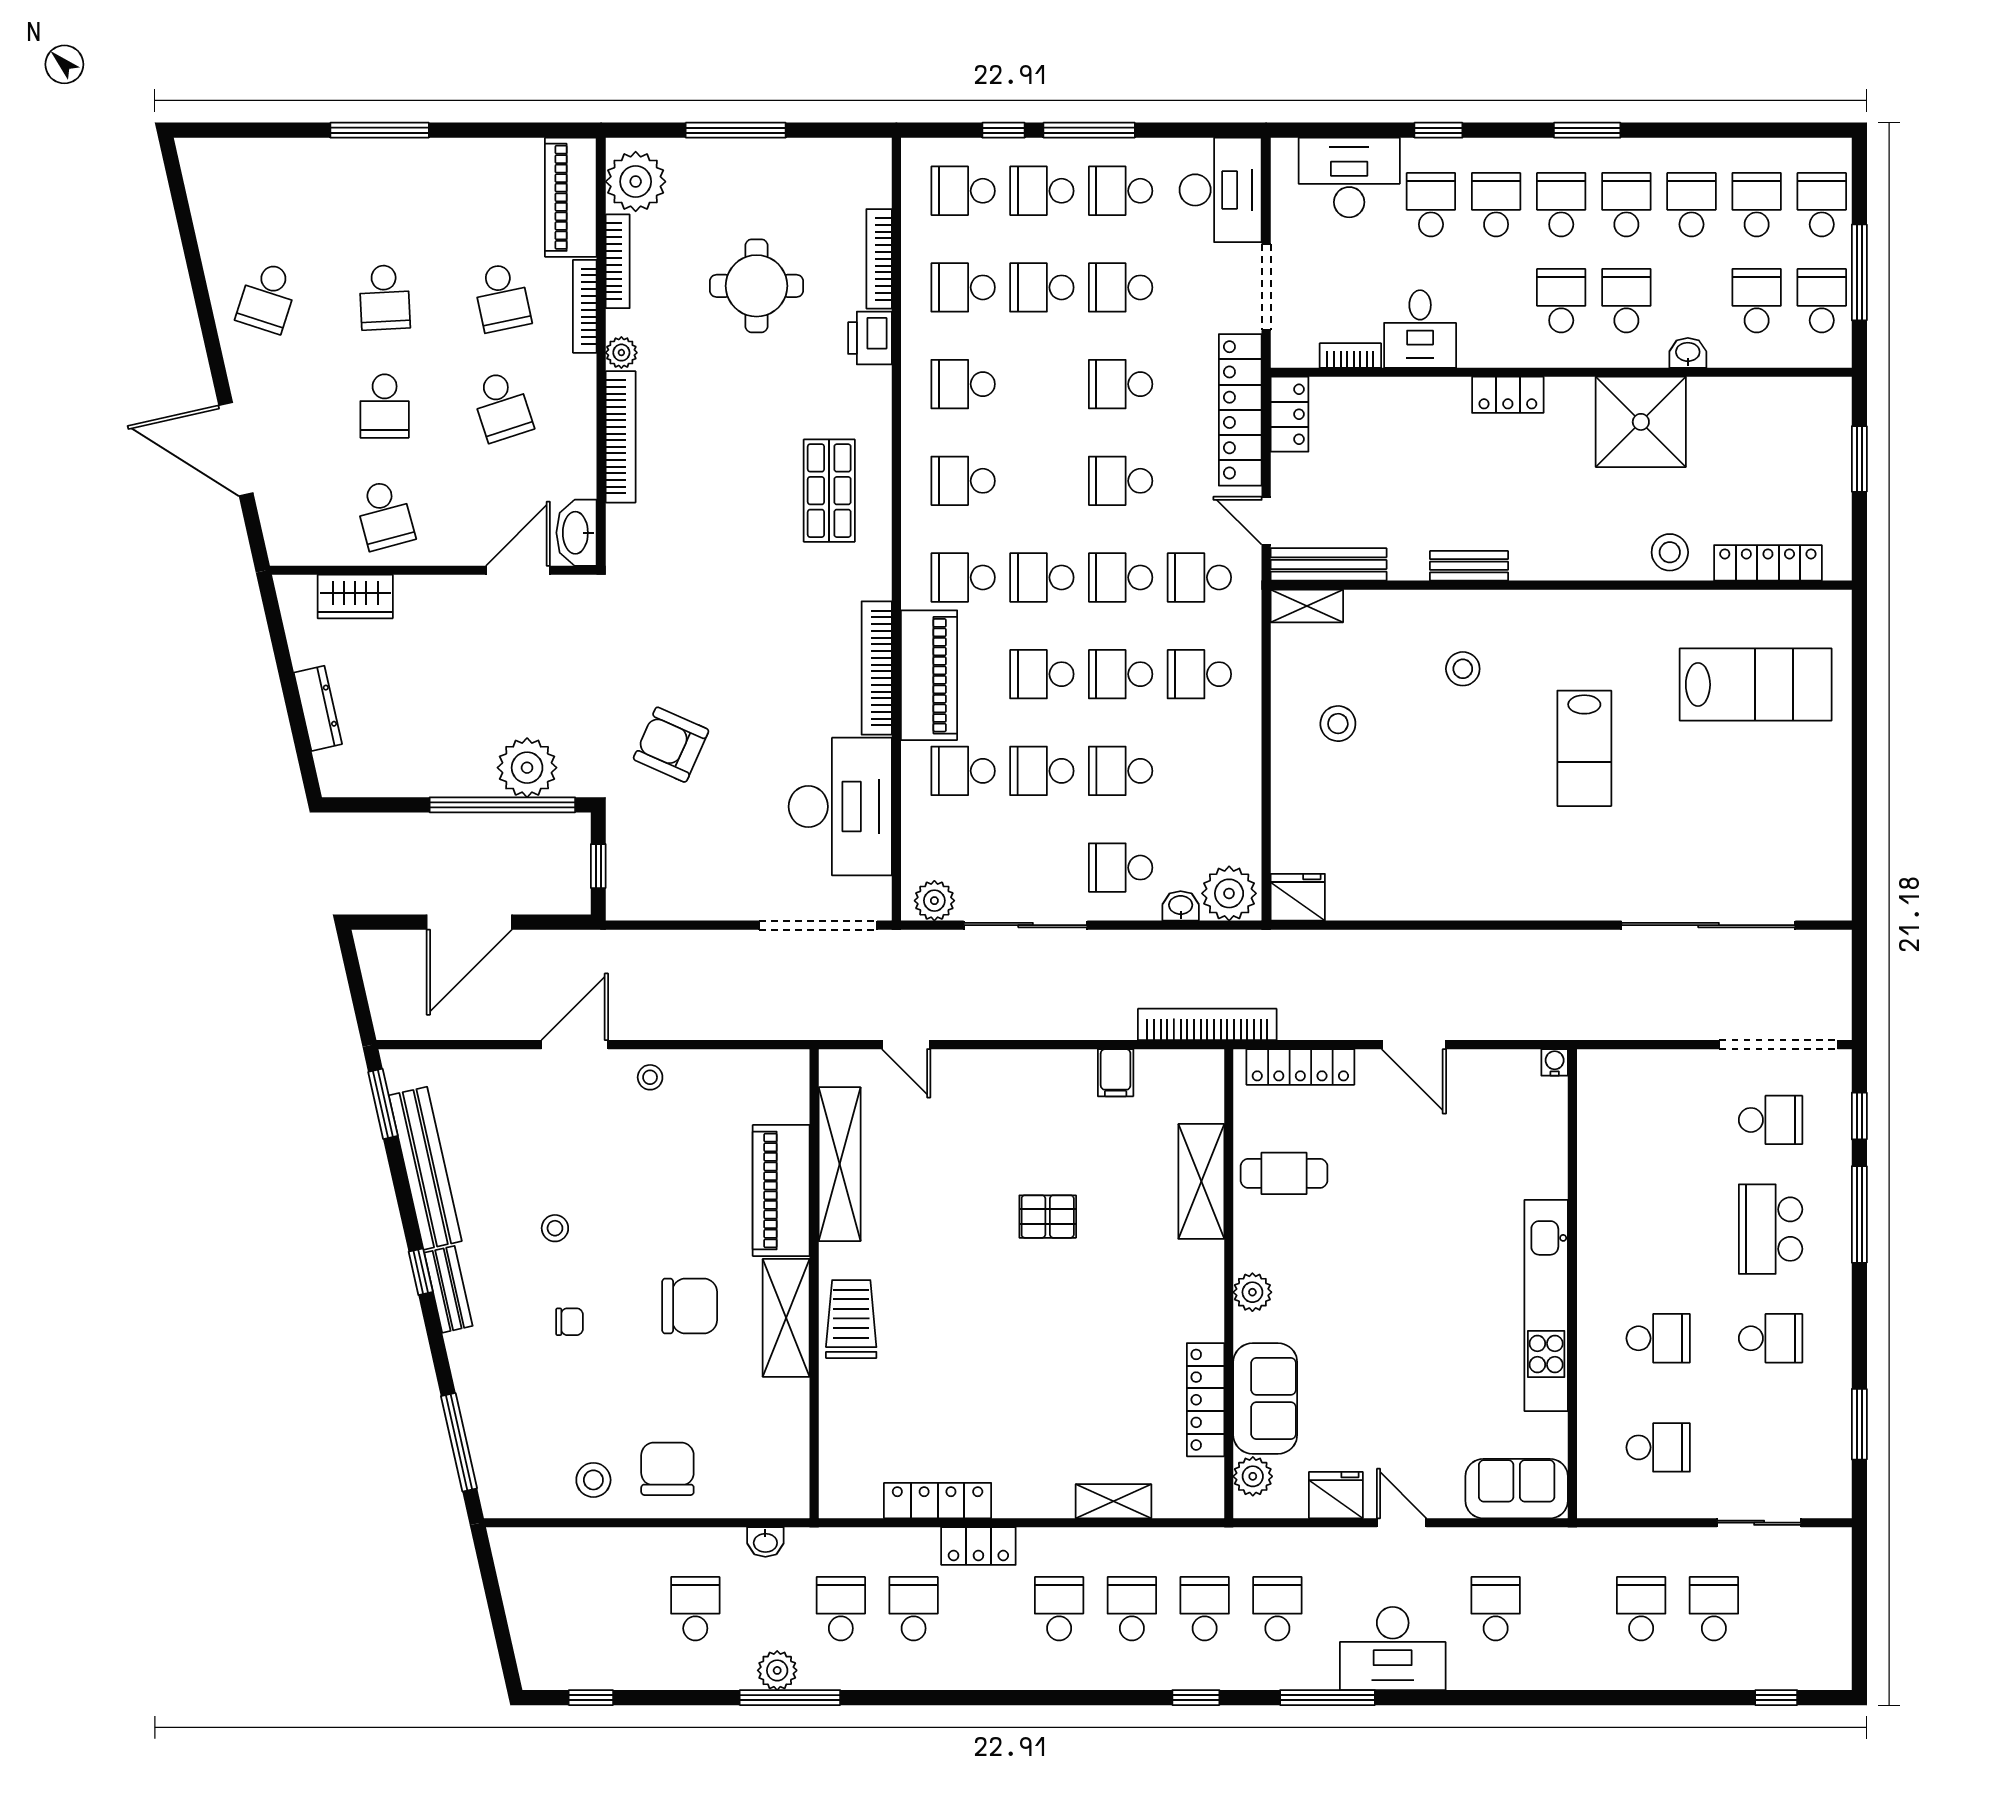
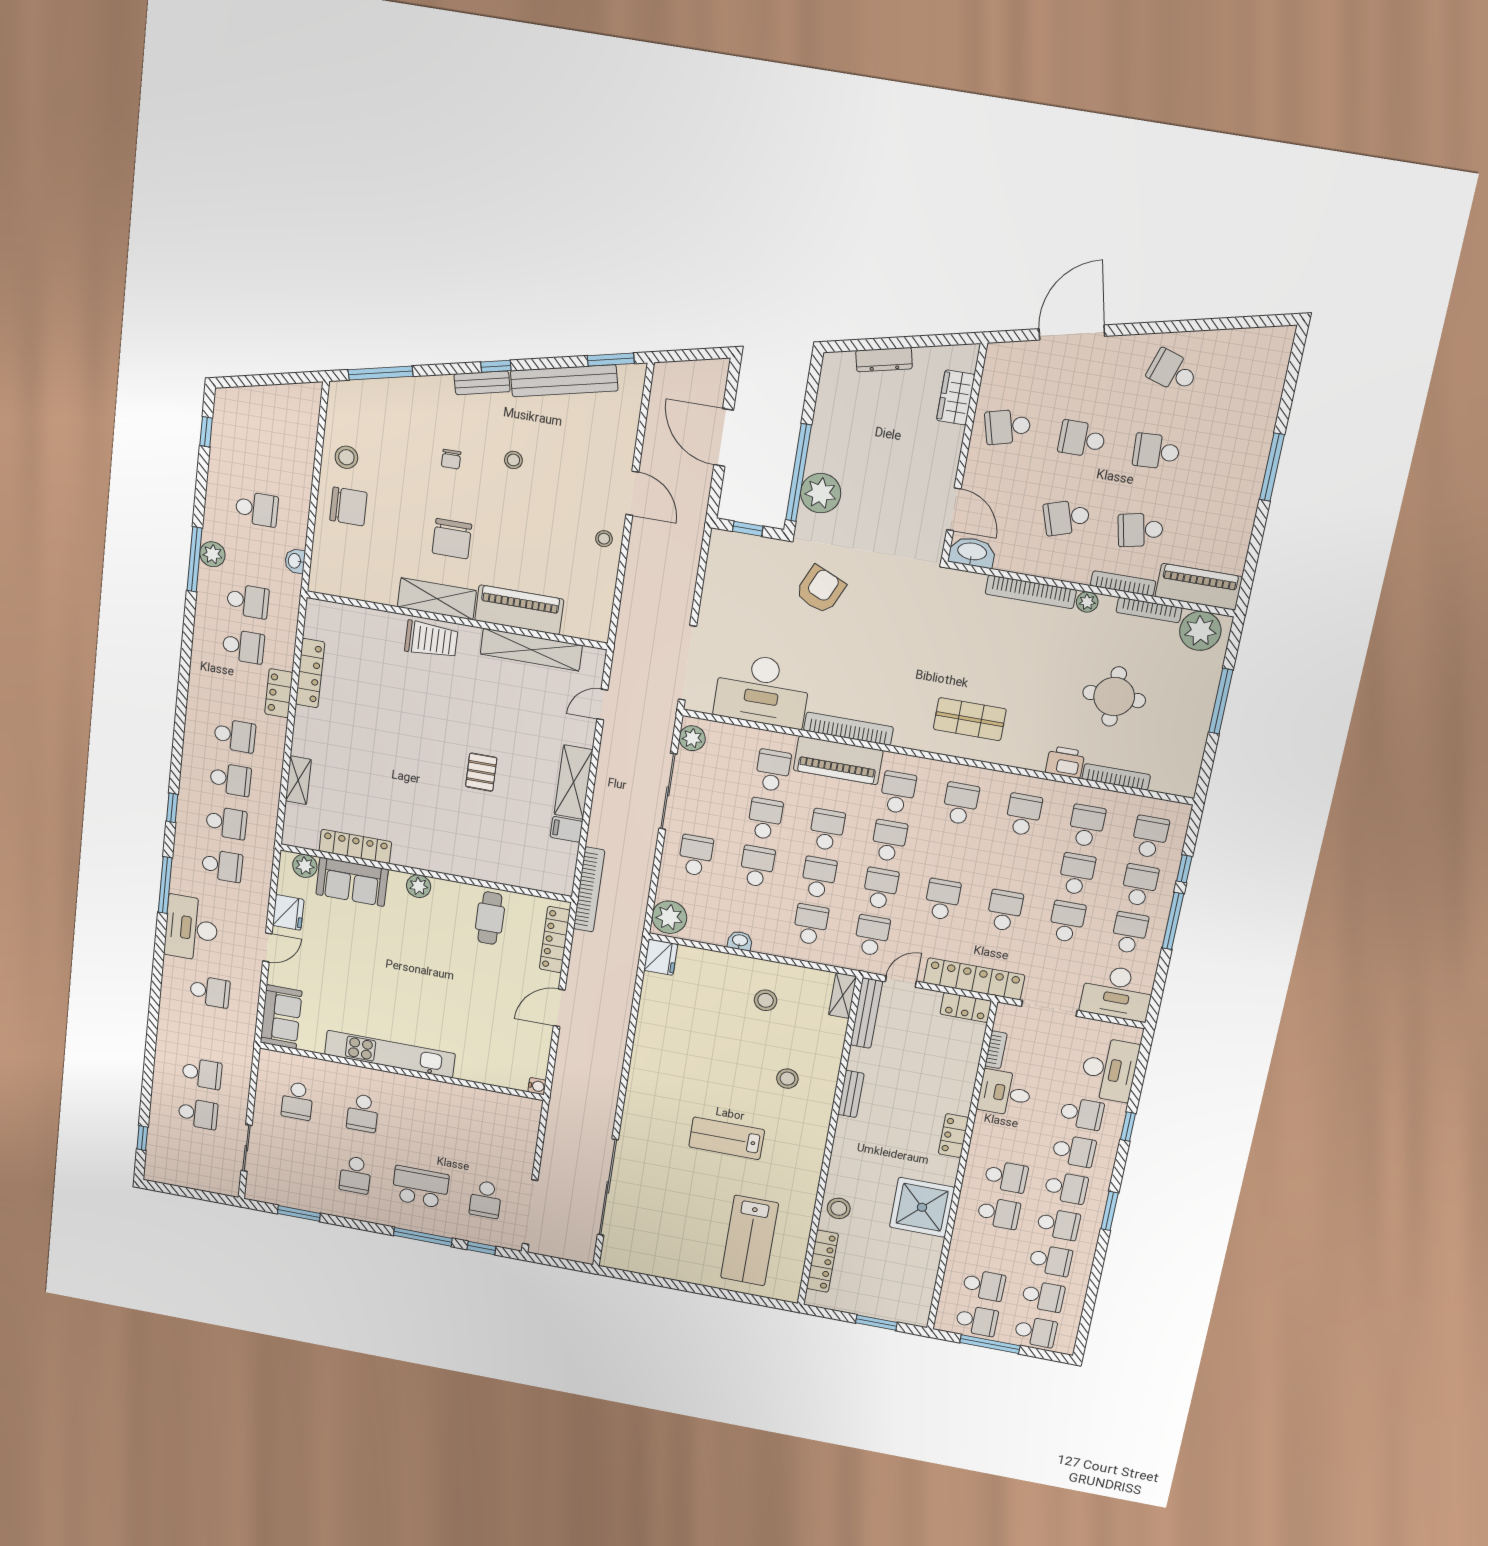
washbasin: (1688, 353) -> (960, 1241), removed
washbasin: (1181, 906) -> (740, 941), moved, turned -90
shelving: (1201, 1181) -> (573, 782), moved, turned 90

